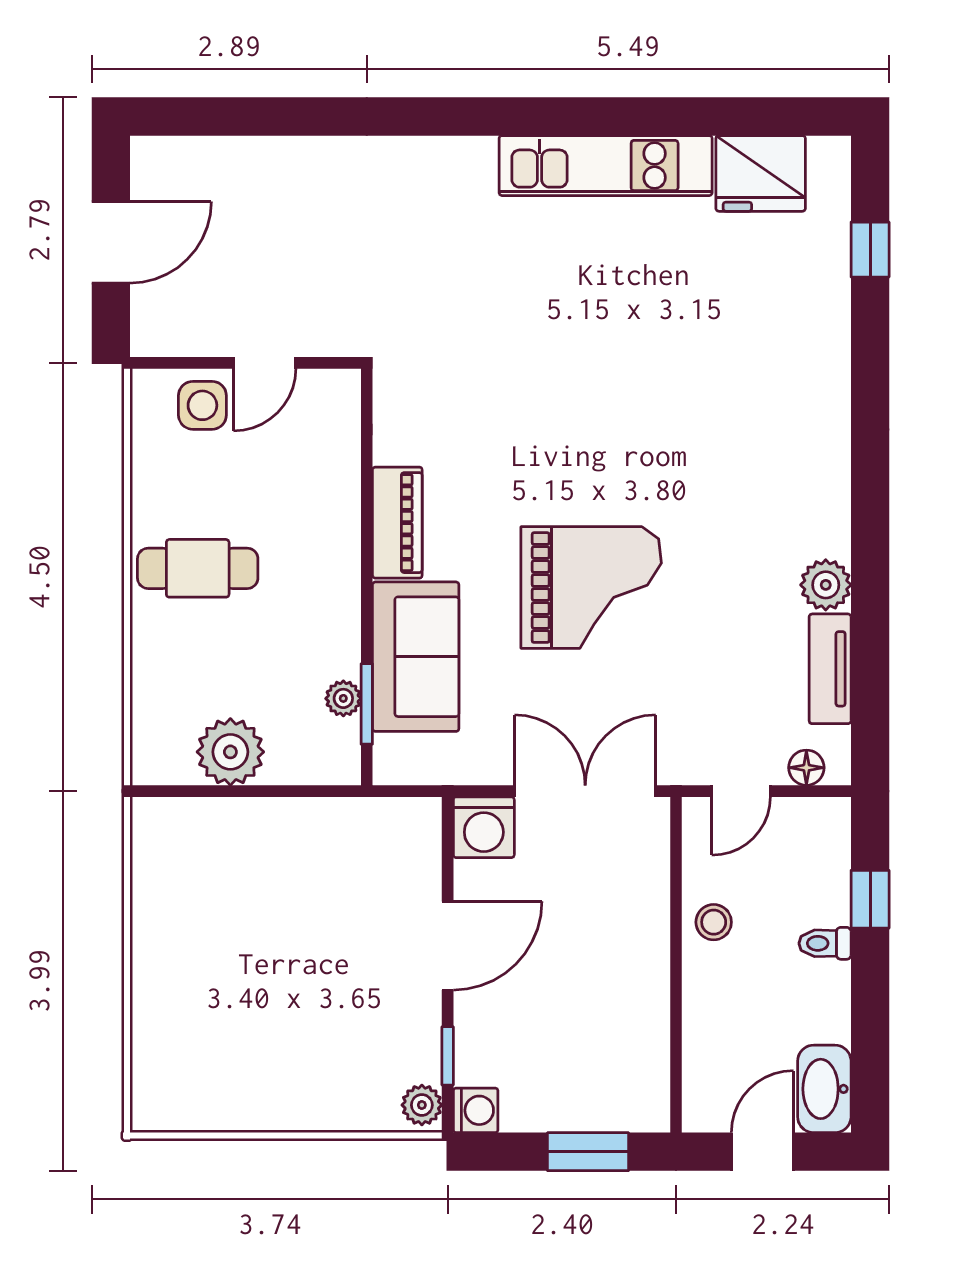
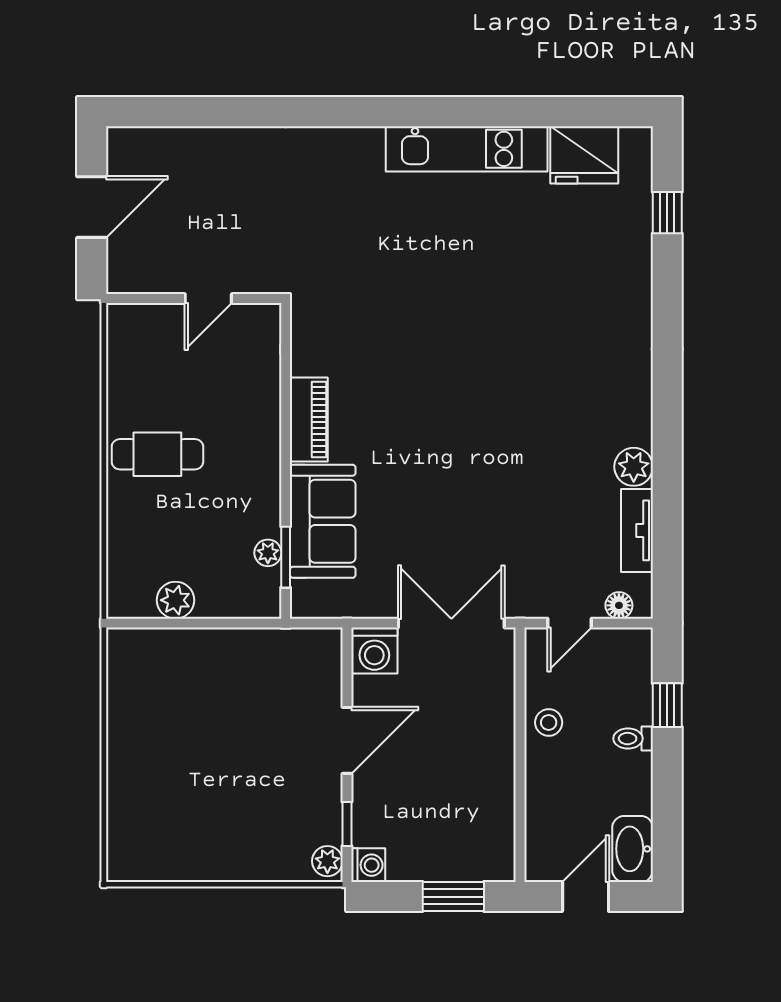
side table: (202, 405) -> (161, 331), removed
grand piano: (591, 588) -> (456, 469), removed
plant: (230, 752) -> (175, 600), width x0.73, depth x0.73

